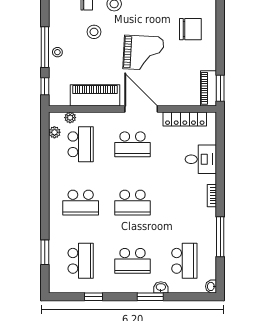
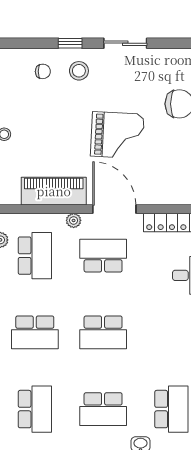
stool: (94, 32) -> (52, 108), removed
plant: (70, 118) -> (74, 220), moved
school desk: (133, 144) -> (103, 256), turned 180

